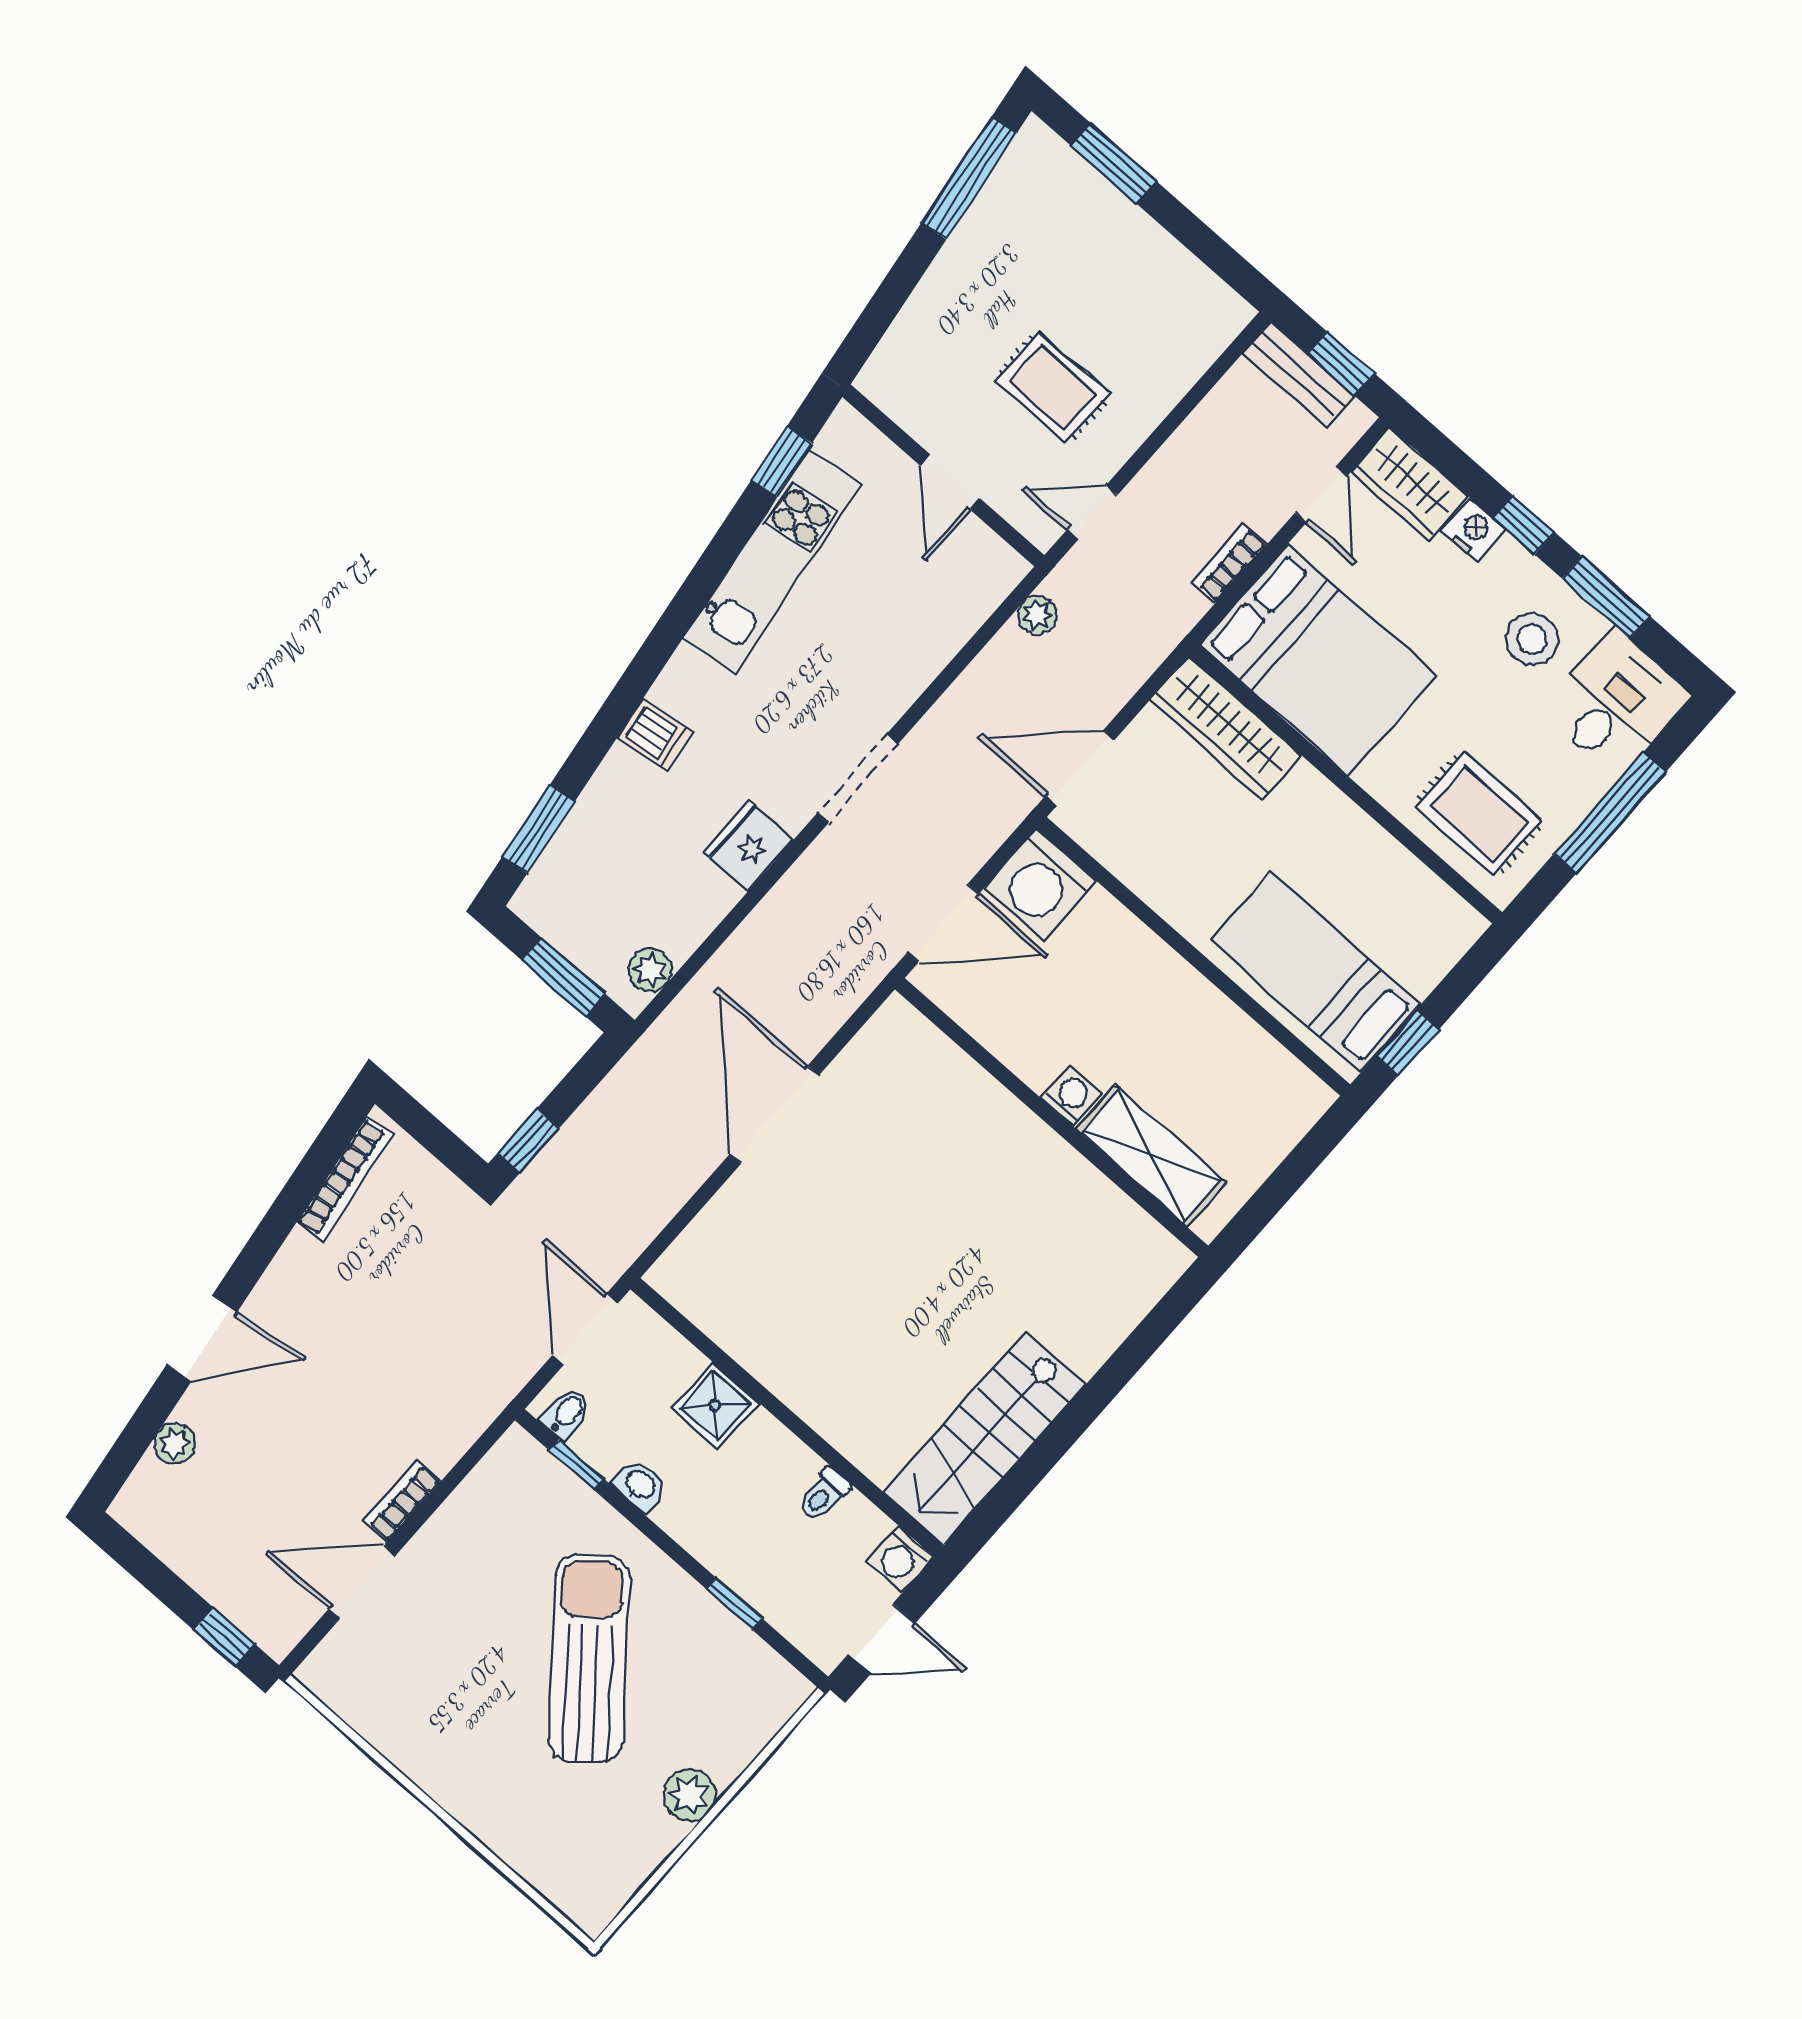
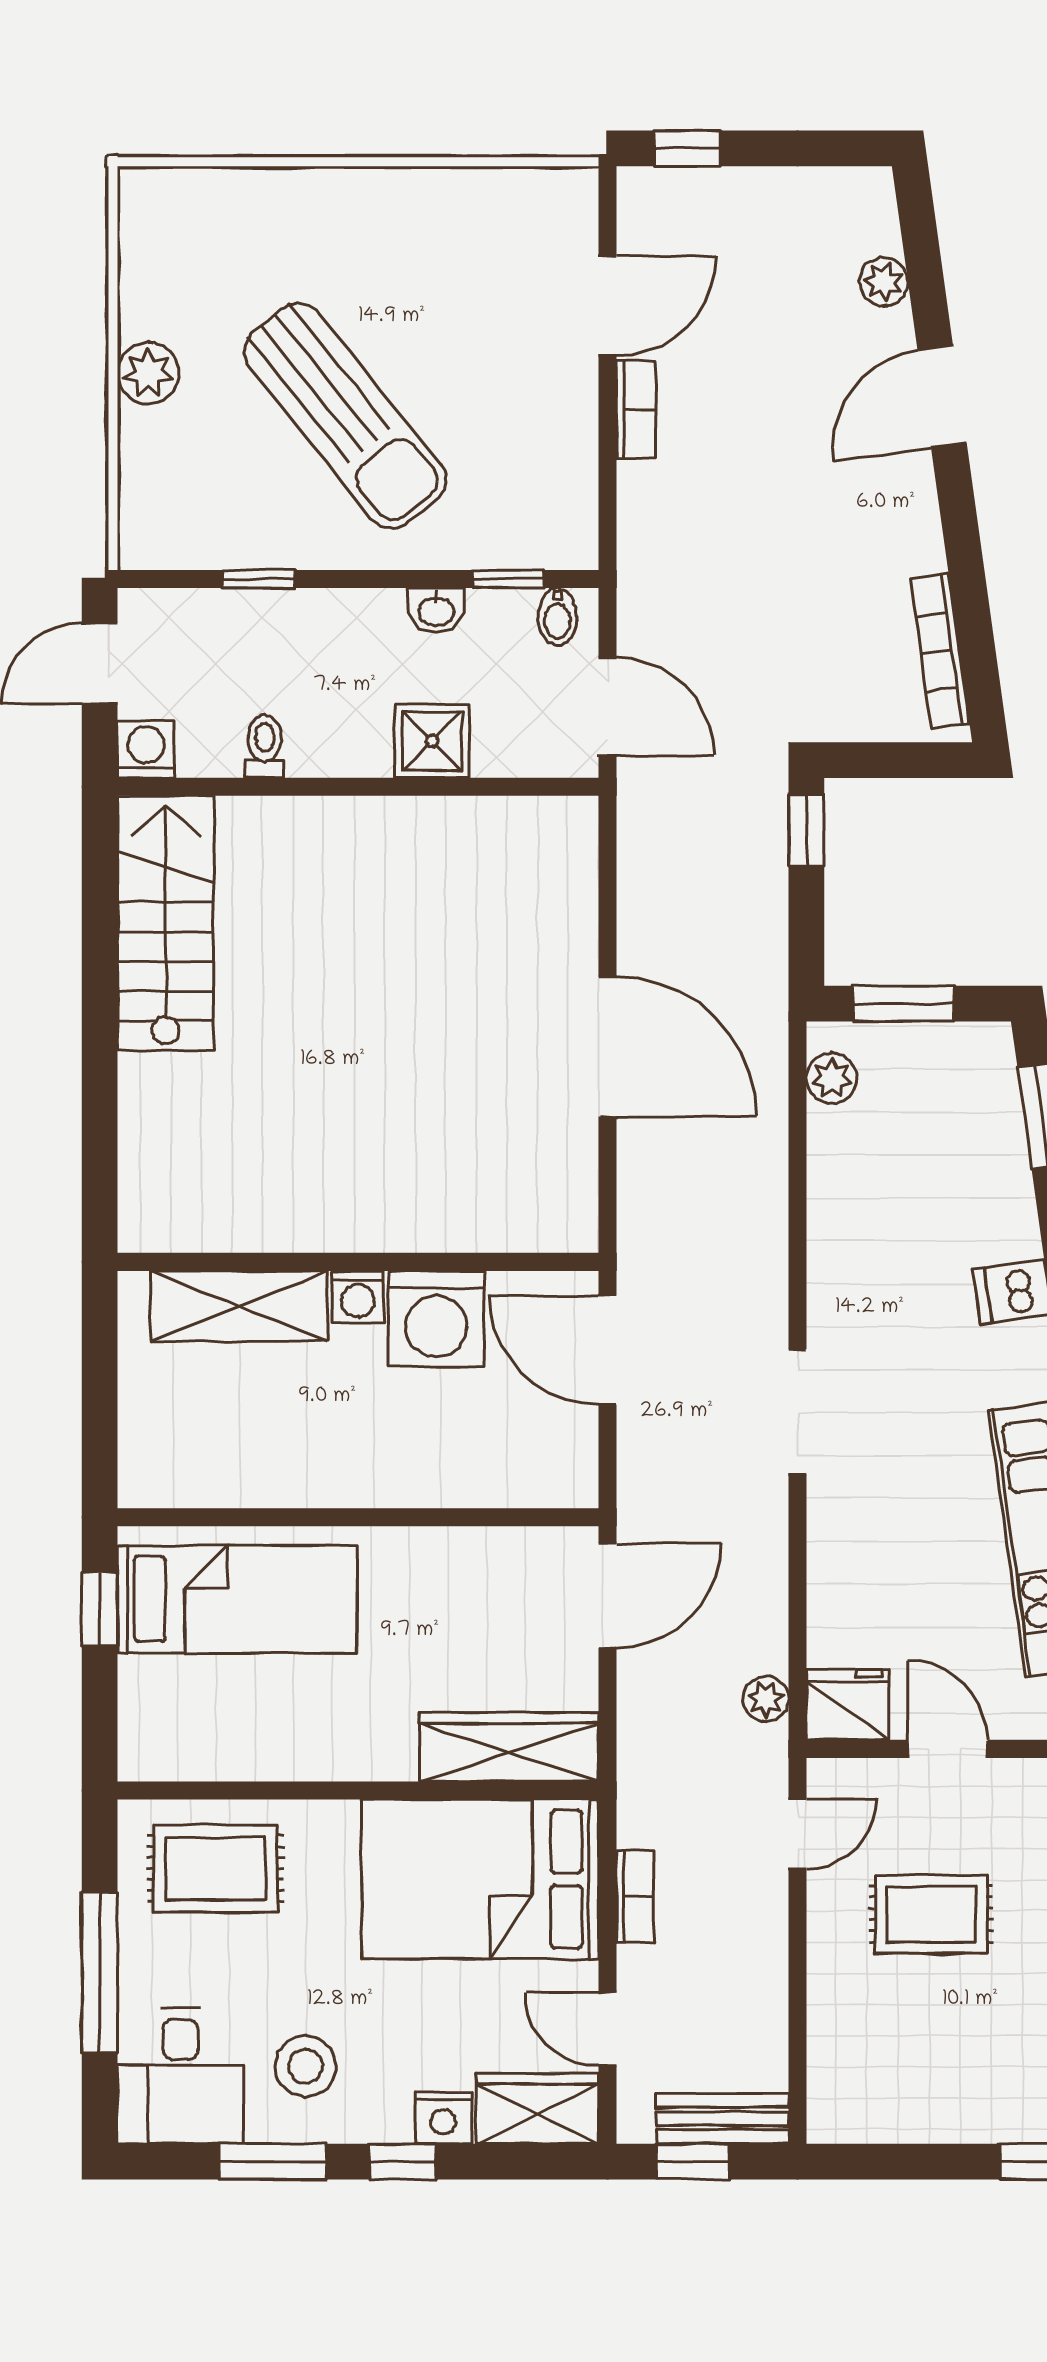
fridge: (749, 846) -> (848, 1705), moved, turned -90
washing machine: (1040, 885) -> (436, 1319), moved, turned 180
door: (943, 923) -> (607, 1350), hinge flipped

